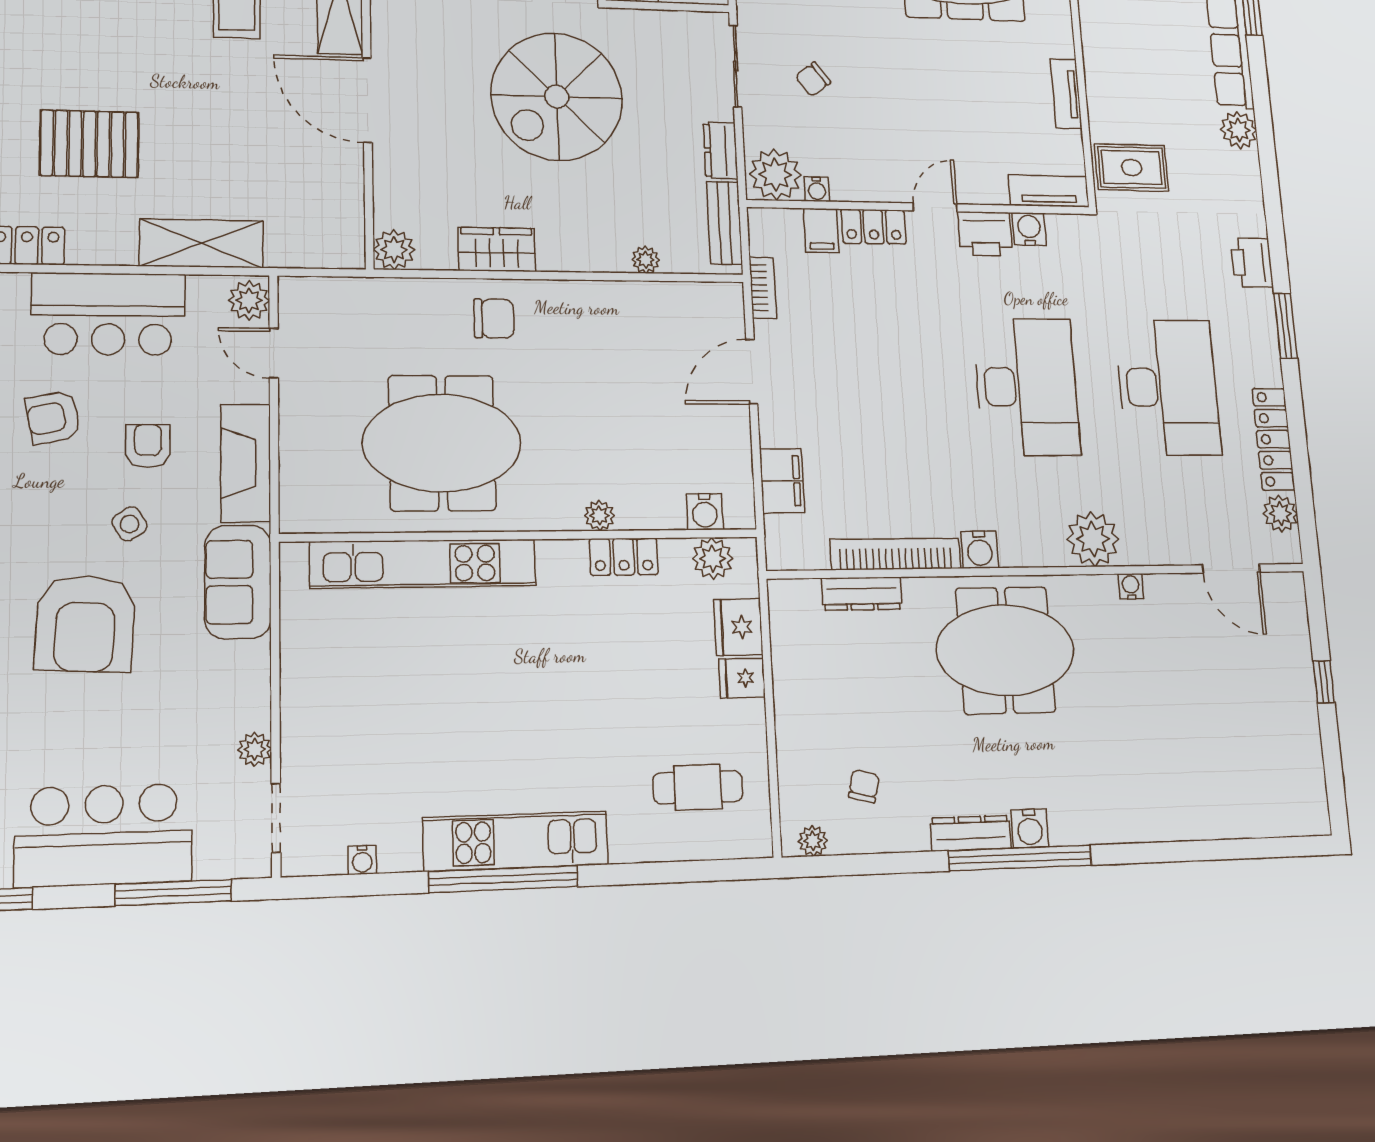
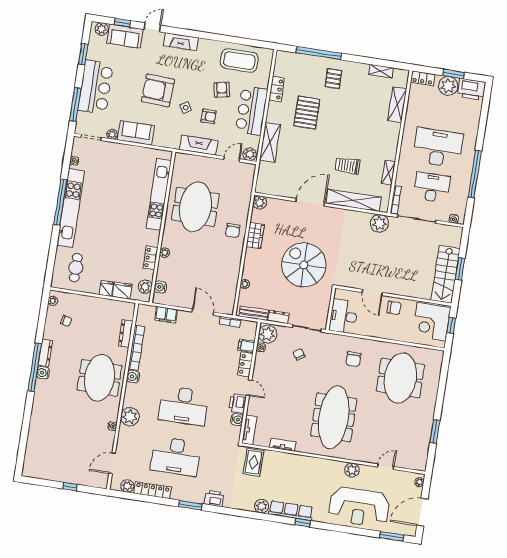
sofa: (238, 582) -> (136, 133), moved
kitchen unit: (516, 841) -> (71, 208), width x1.36

